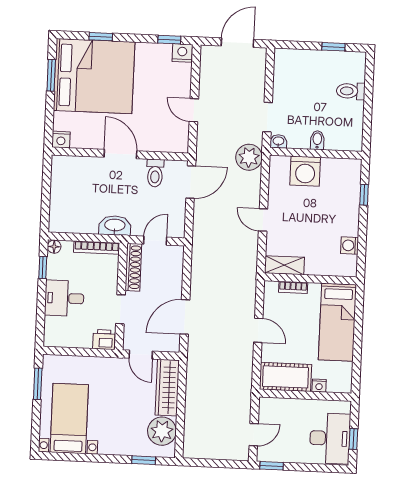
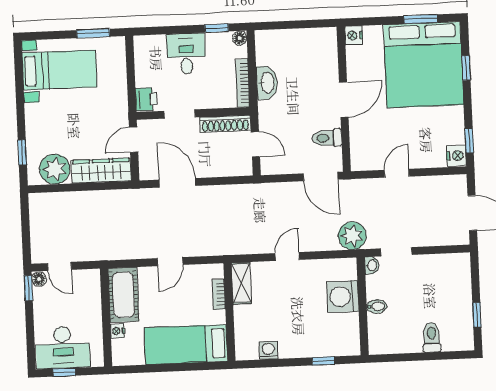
washbasin: (115, 226) -> (267, 83), moved
floor lamp: (264, 455) -> (39, 279), added

